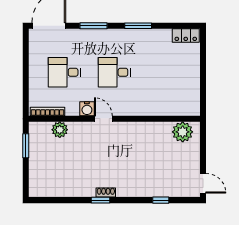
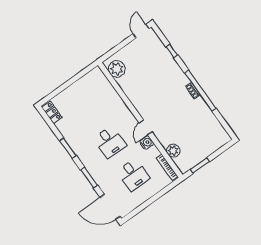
window: (100, 200) -> (200, 91), width x3.17

